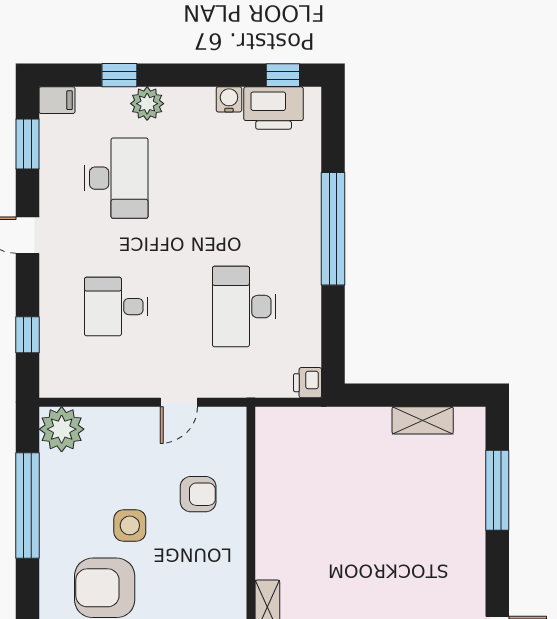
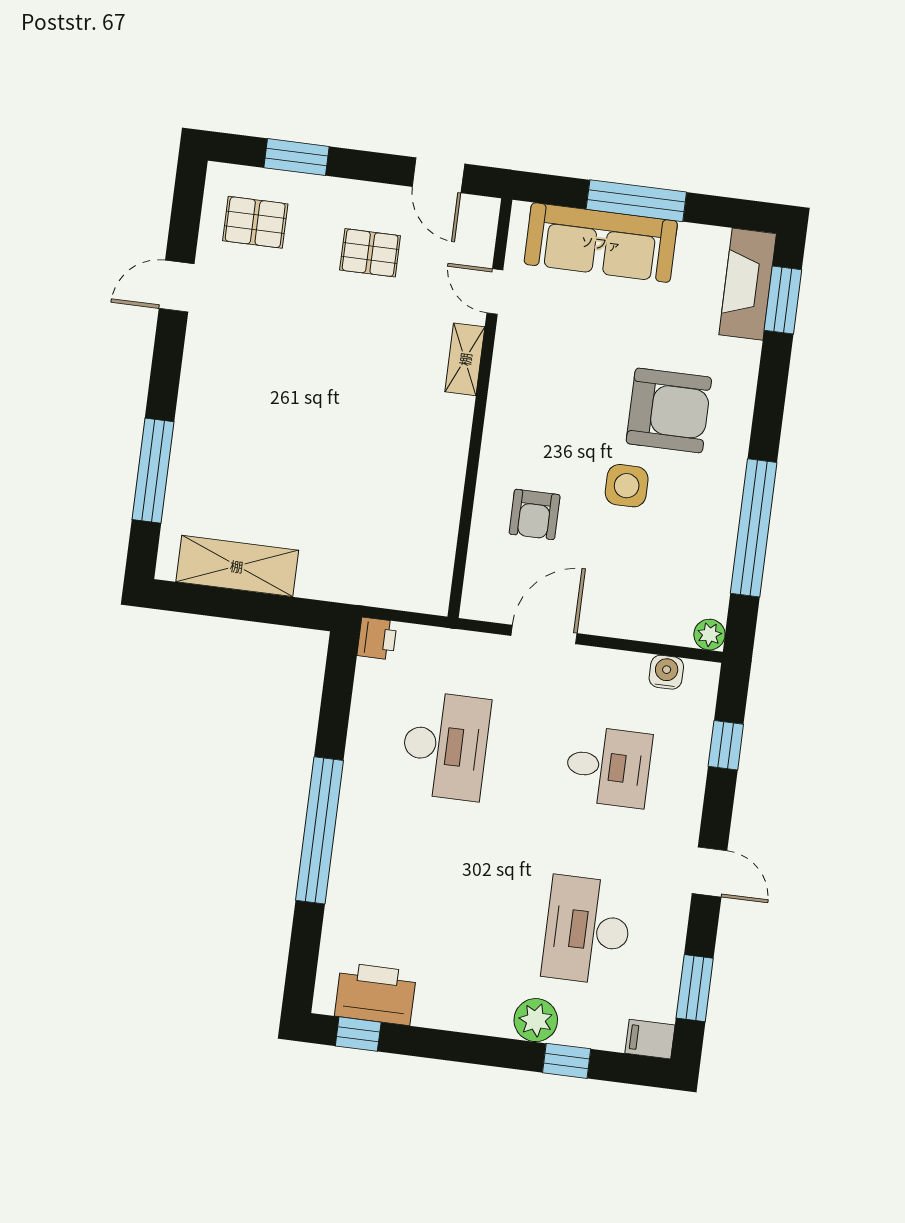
water cooler: (229, 99) -> (666, 672), moved, turned 180
door: (179, 402) -> (544, 635), width x1.38
shelving: (423, 420) -> (237, 566), width x1.50, depth x1.33
plant: (62, 429) -> (709, 635), width x0.53, depth x0.53
armchair: (198, 494) -> (535, 514), turned -90

